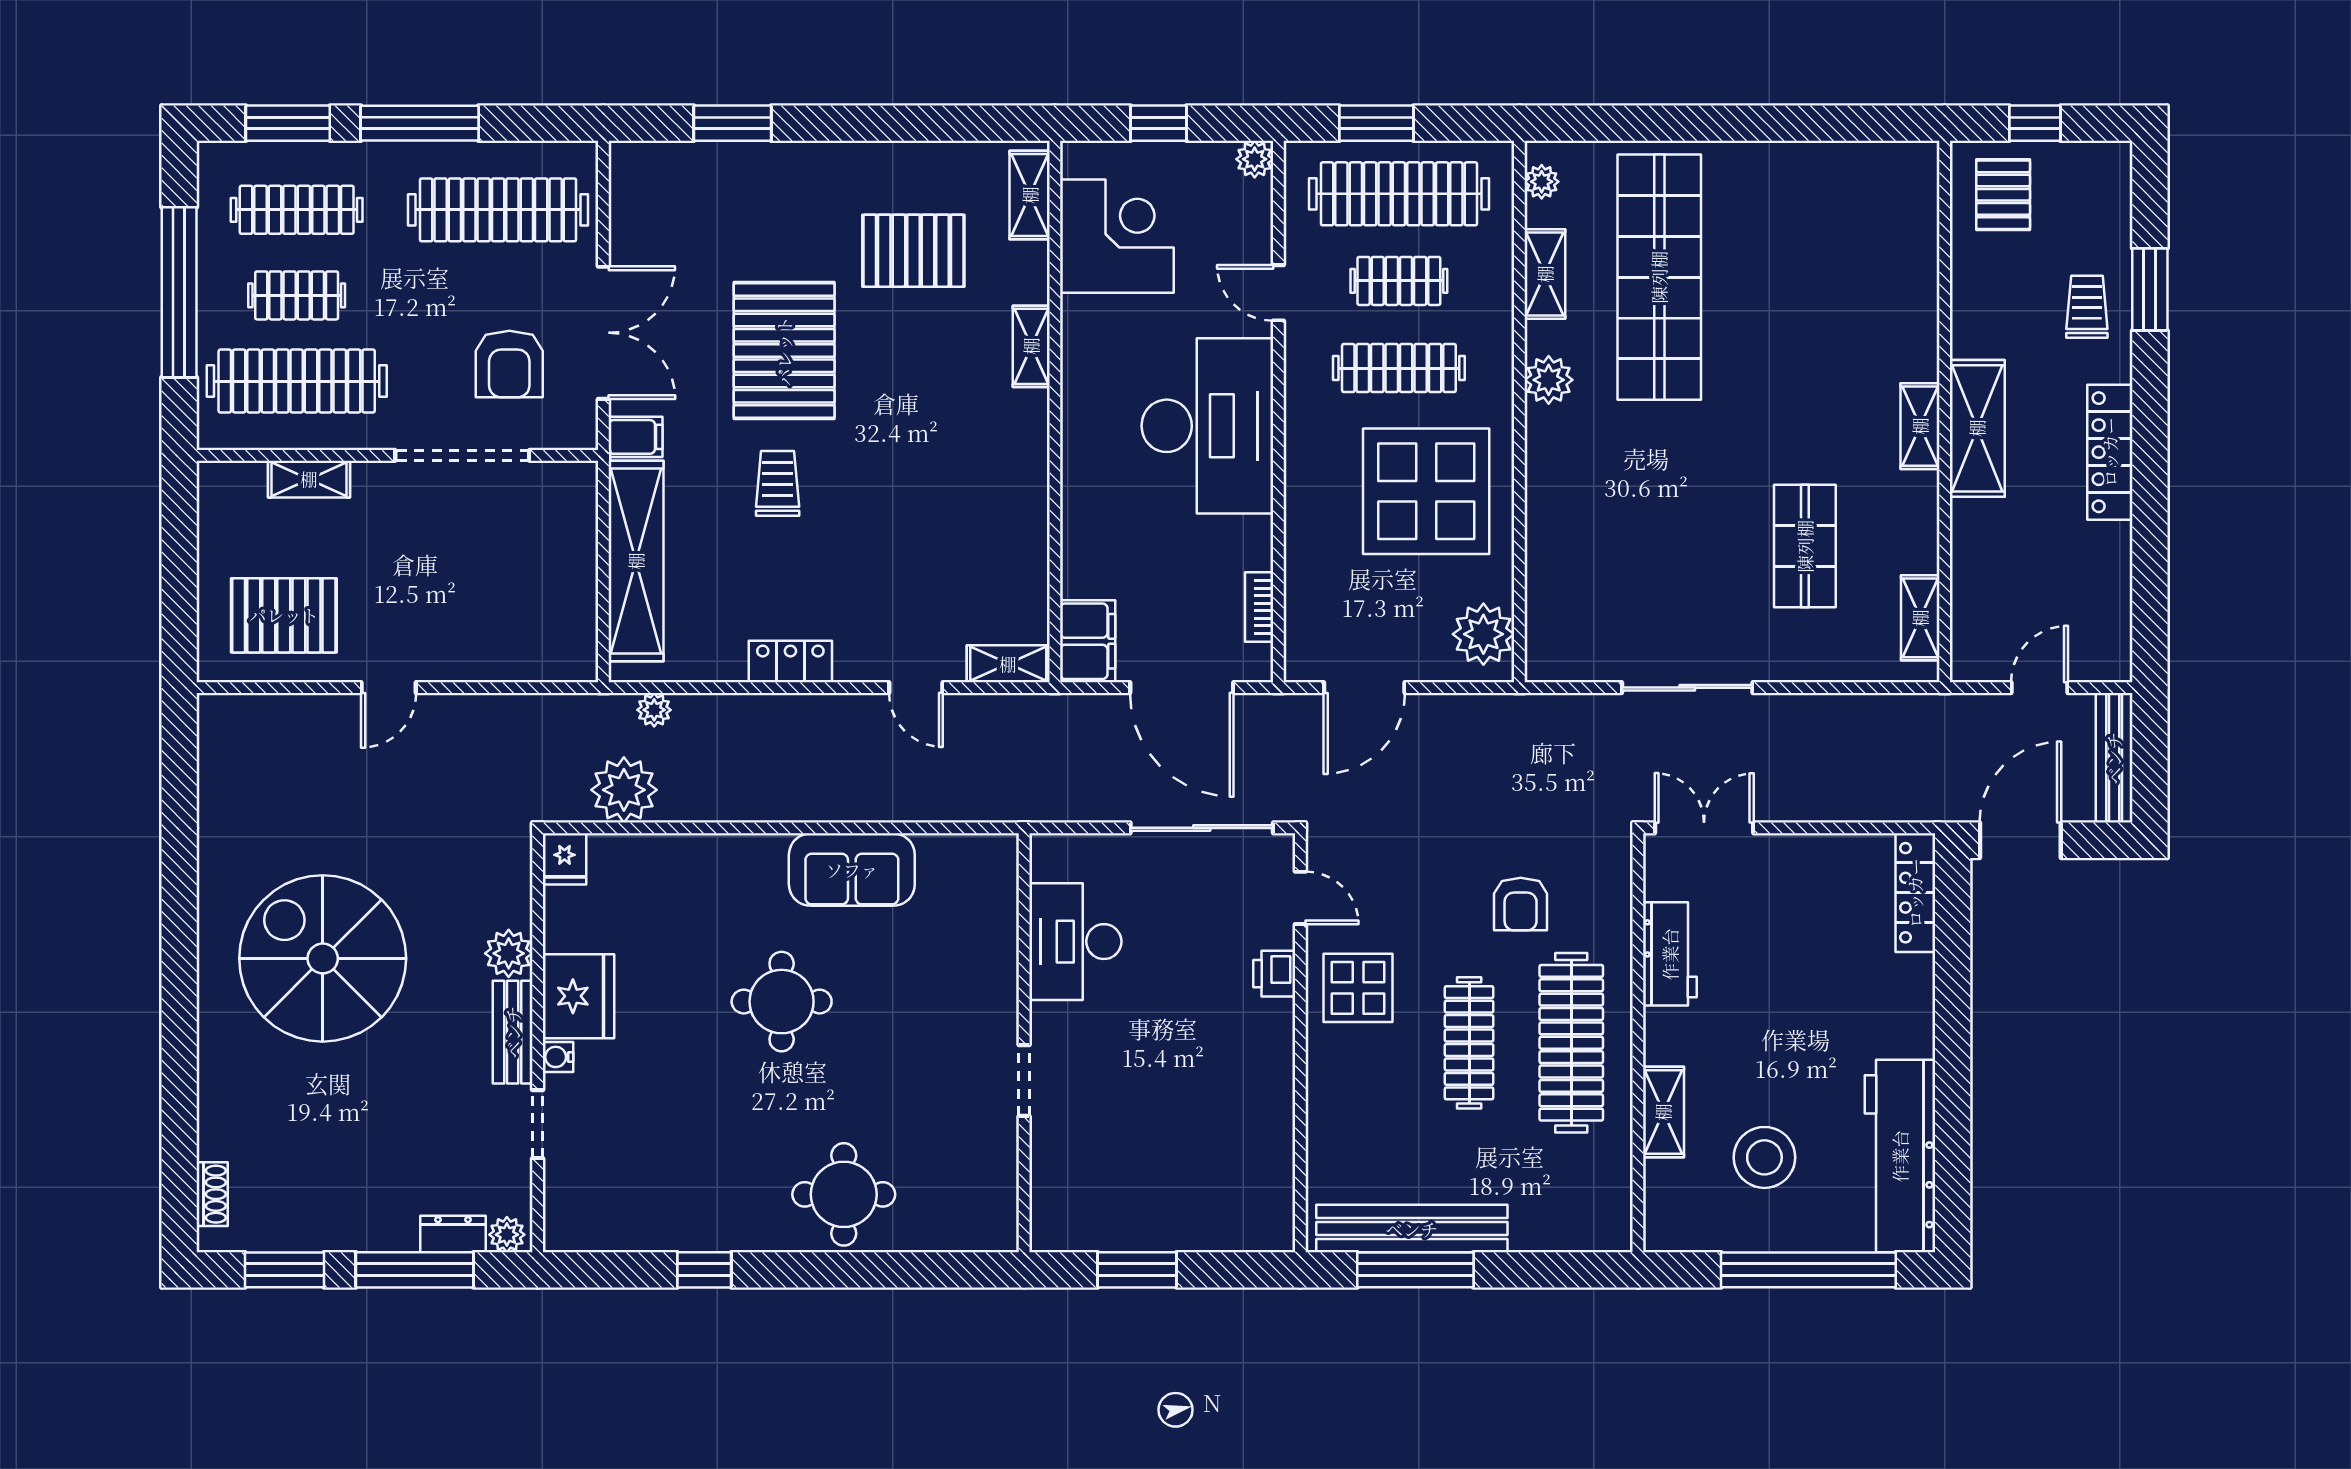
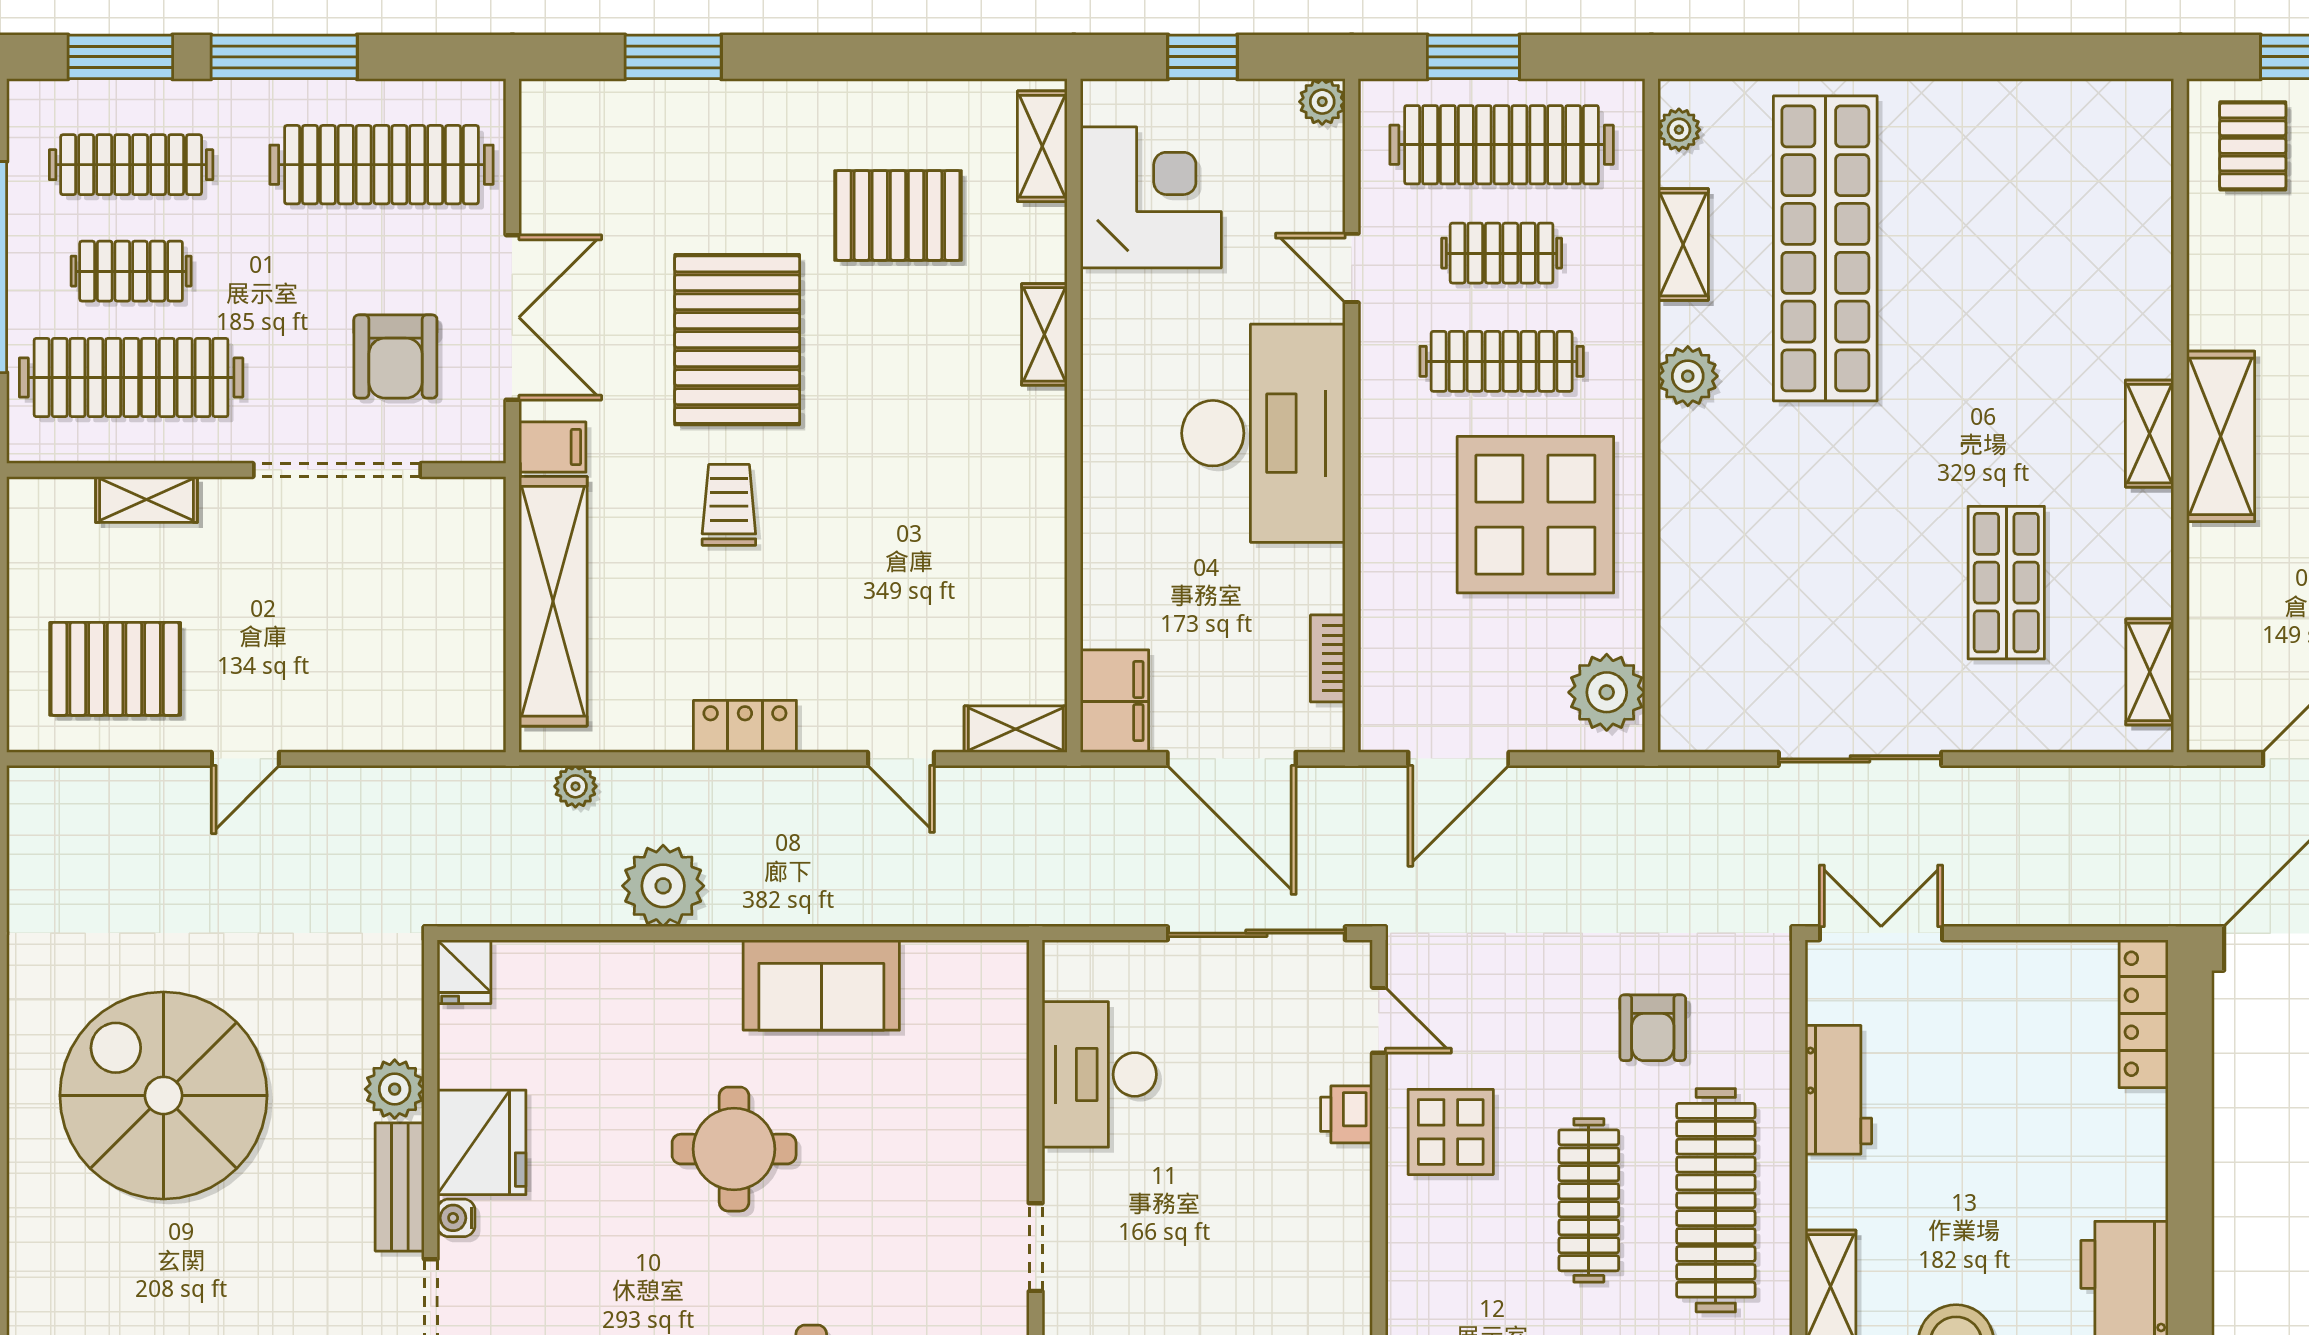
plant: (624, 790) -> (663, 886), moved

